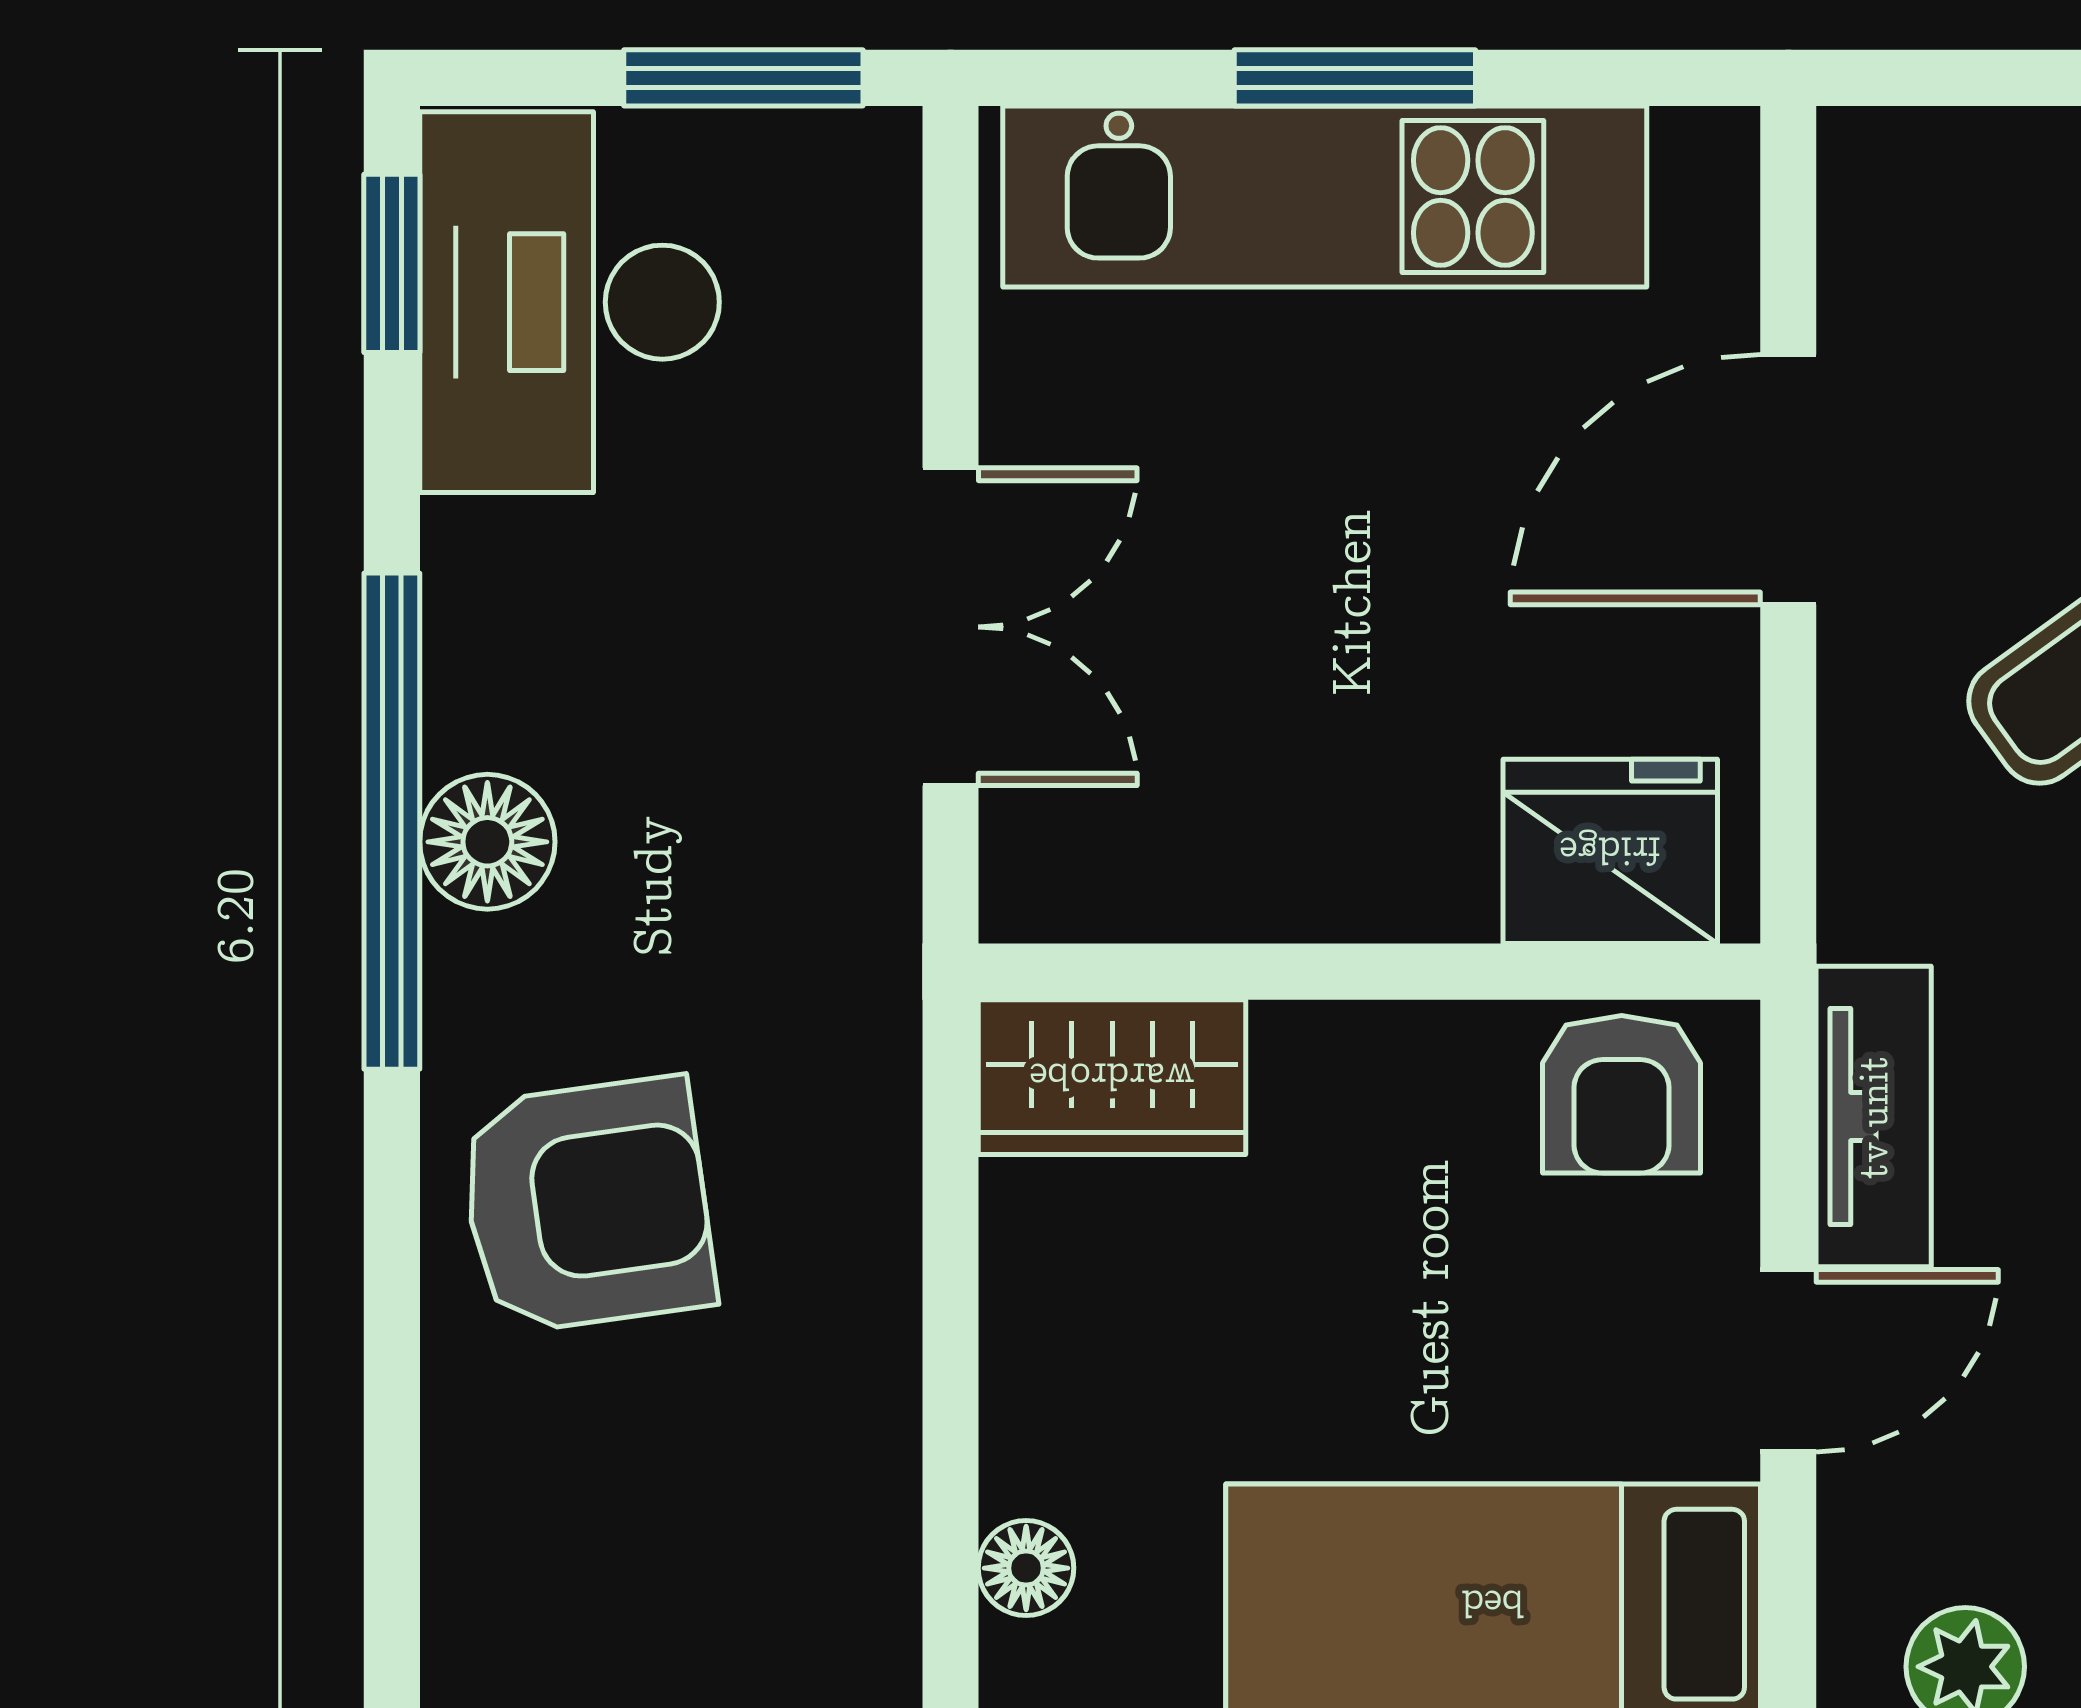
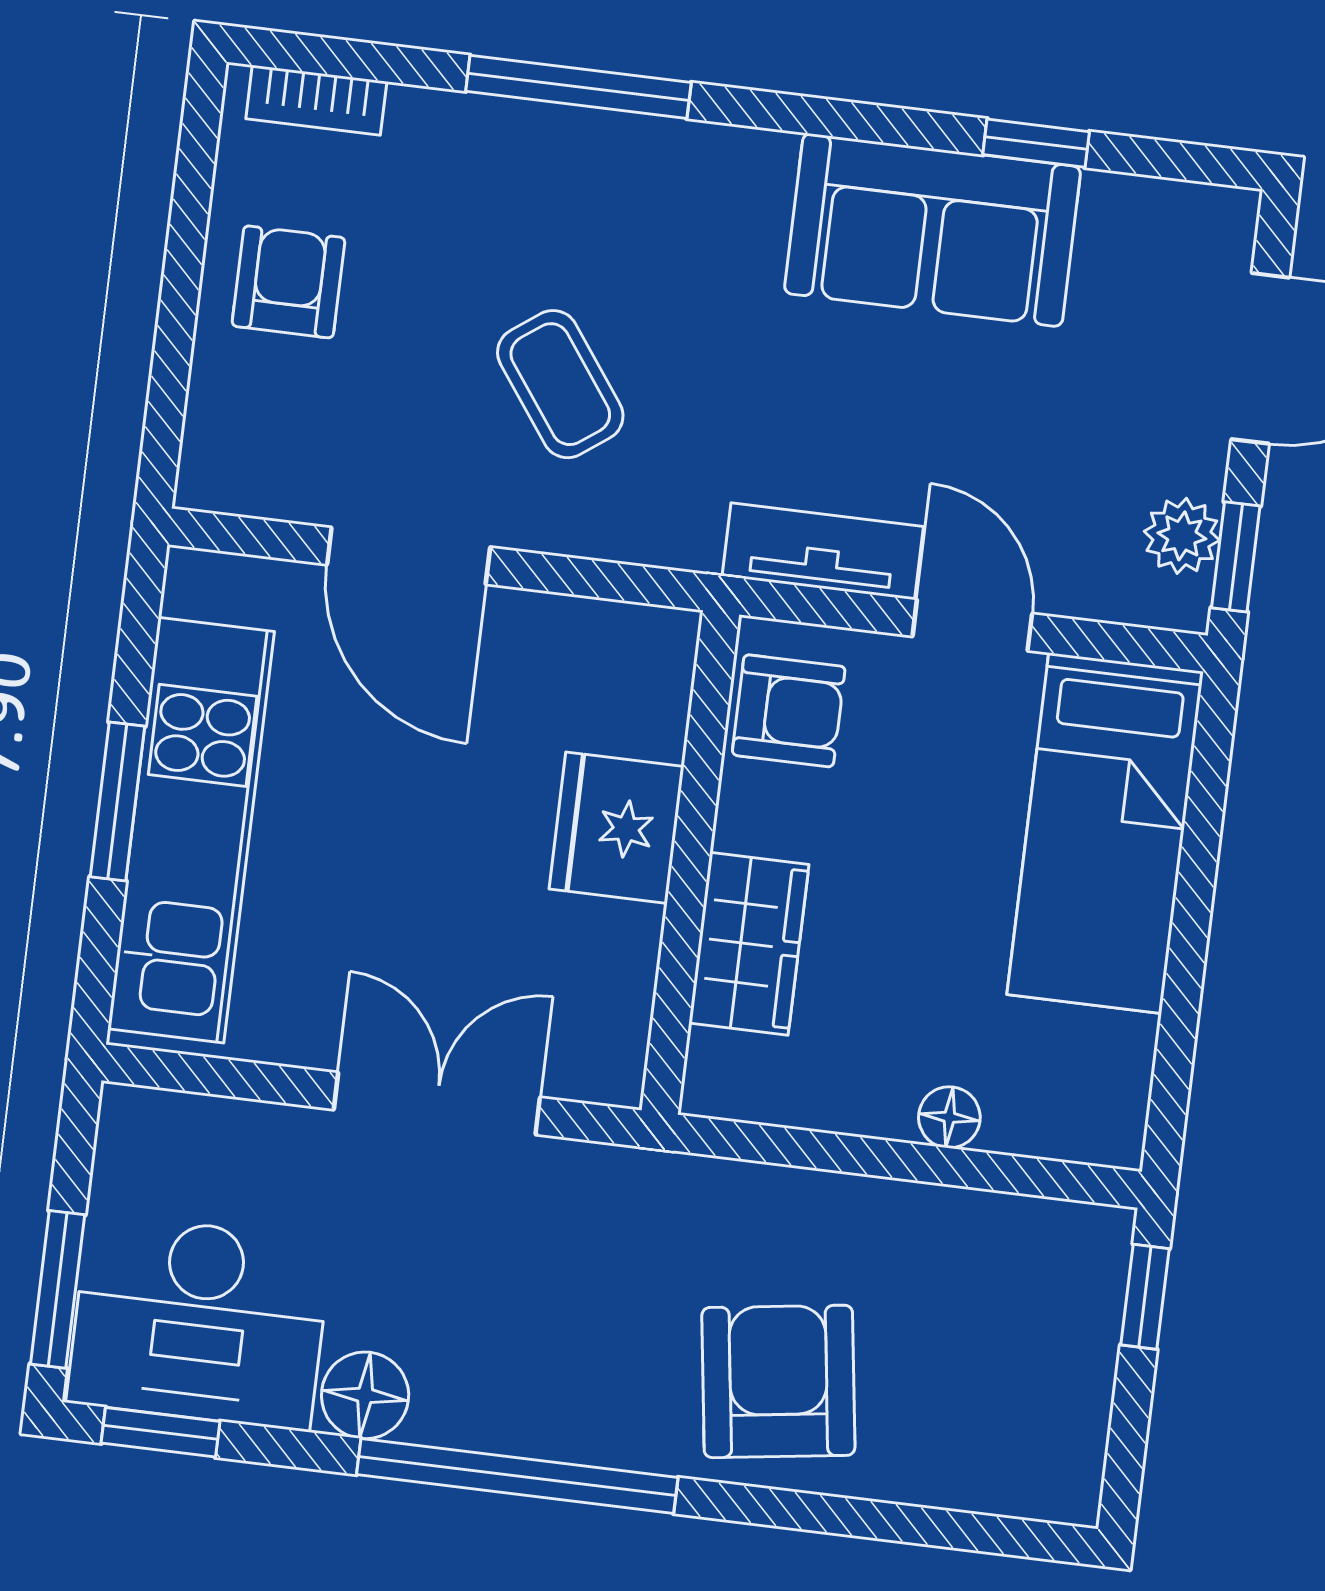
window: (743, 78) -> (58, 1289), moved
floor lamp: (487, 842) -> (365, 1395), moved
fridge: (1610, 851) -> (617, 828), moved
wardrobe: (1112, 1077) -> (749, 944), moved
floor lamp: (1026, 1568) -> (949, 1117), moved

